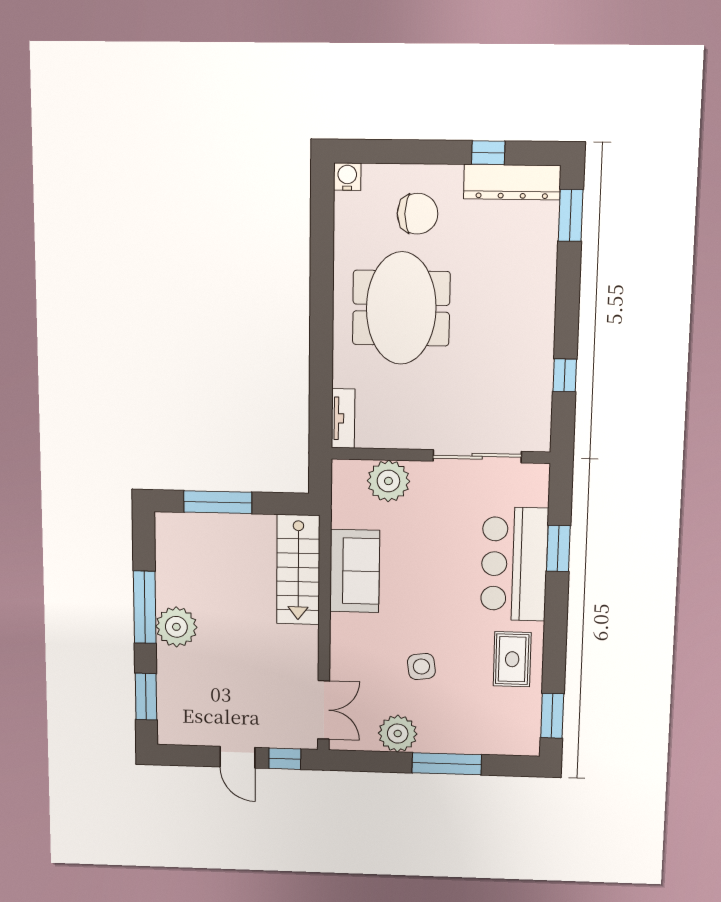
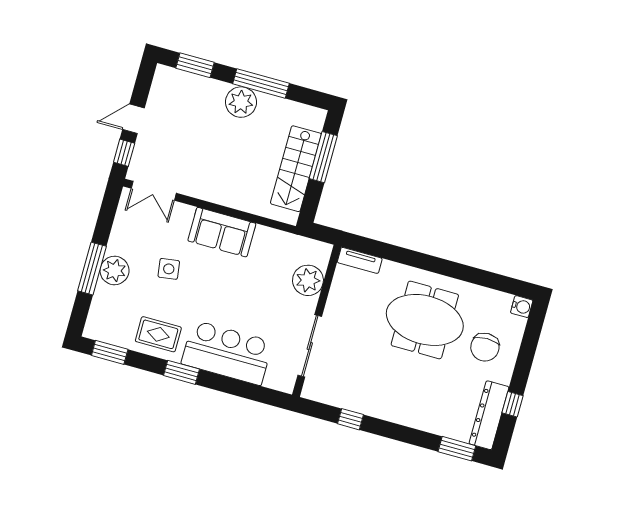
window: (558, 548) -> (181, 372), moved
stairs: (298, 570) -> (296, 169), moved, turned -90
sofa: (355, 571) -> (222, 232), moved
plant: (398, 734) -> (114, 270), moved

